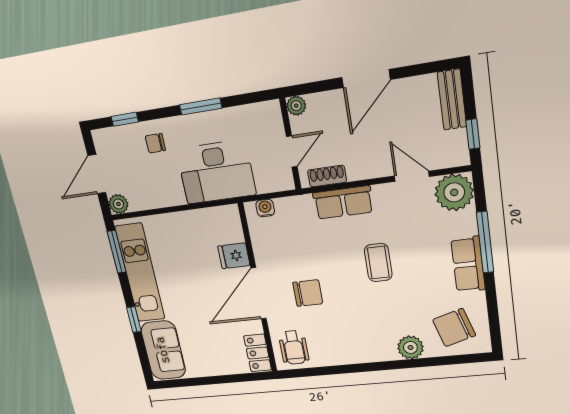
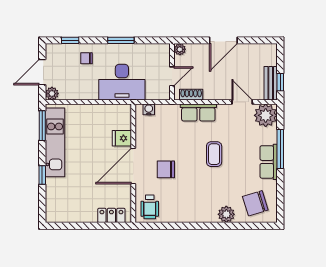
bench: (452, 100) -> (271, 83), moved
chair: (308, 293) -> (166, 169), turned 180
sofa: (163, 350) -> (58, 200), removed
locker: (258, 353) -> (111, 215), moved, turned 90

